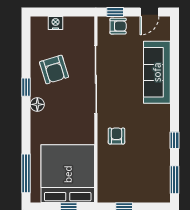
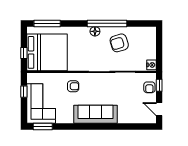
nightstand: (56, 23) -> (151, 65), moved
sofa: (157, 72) -> (96, 114), moved
window: (26, 87) -> (107, 23), width x3.17
window: (174, 140) -> (70, 126), removed
corner sofa: (141, 182) -> (41, 103), added

